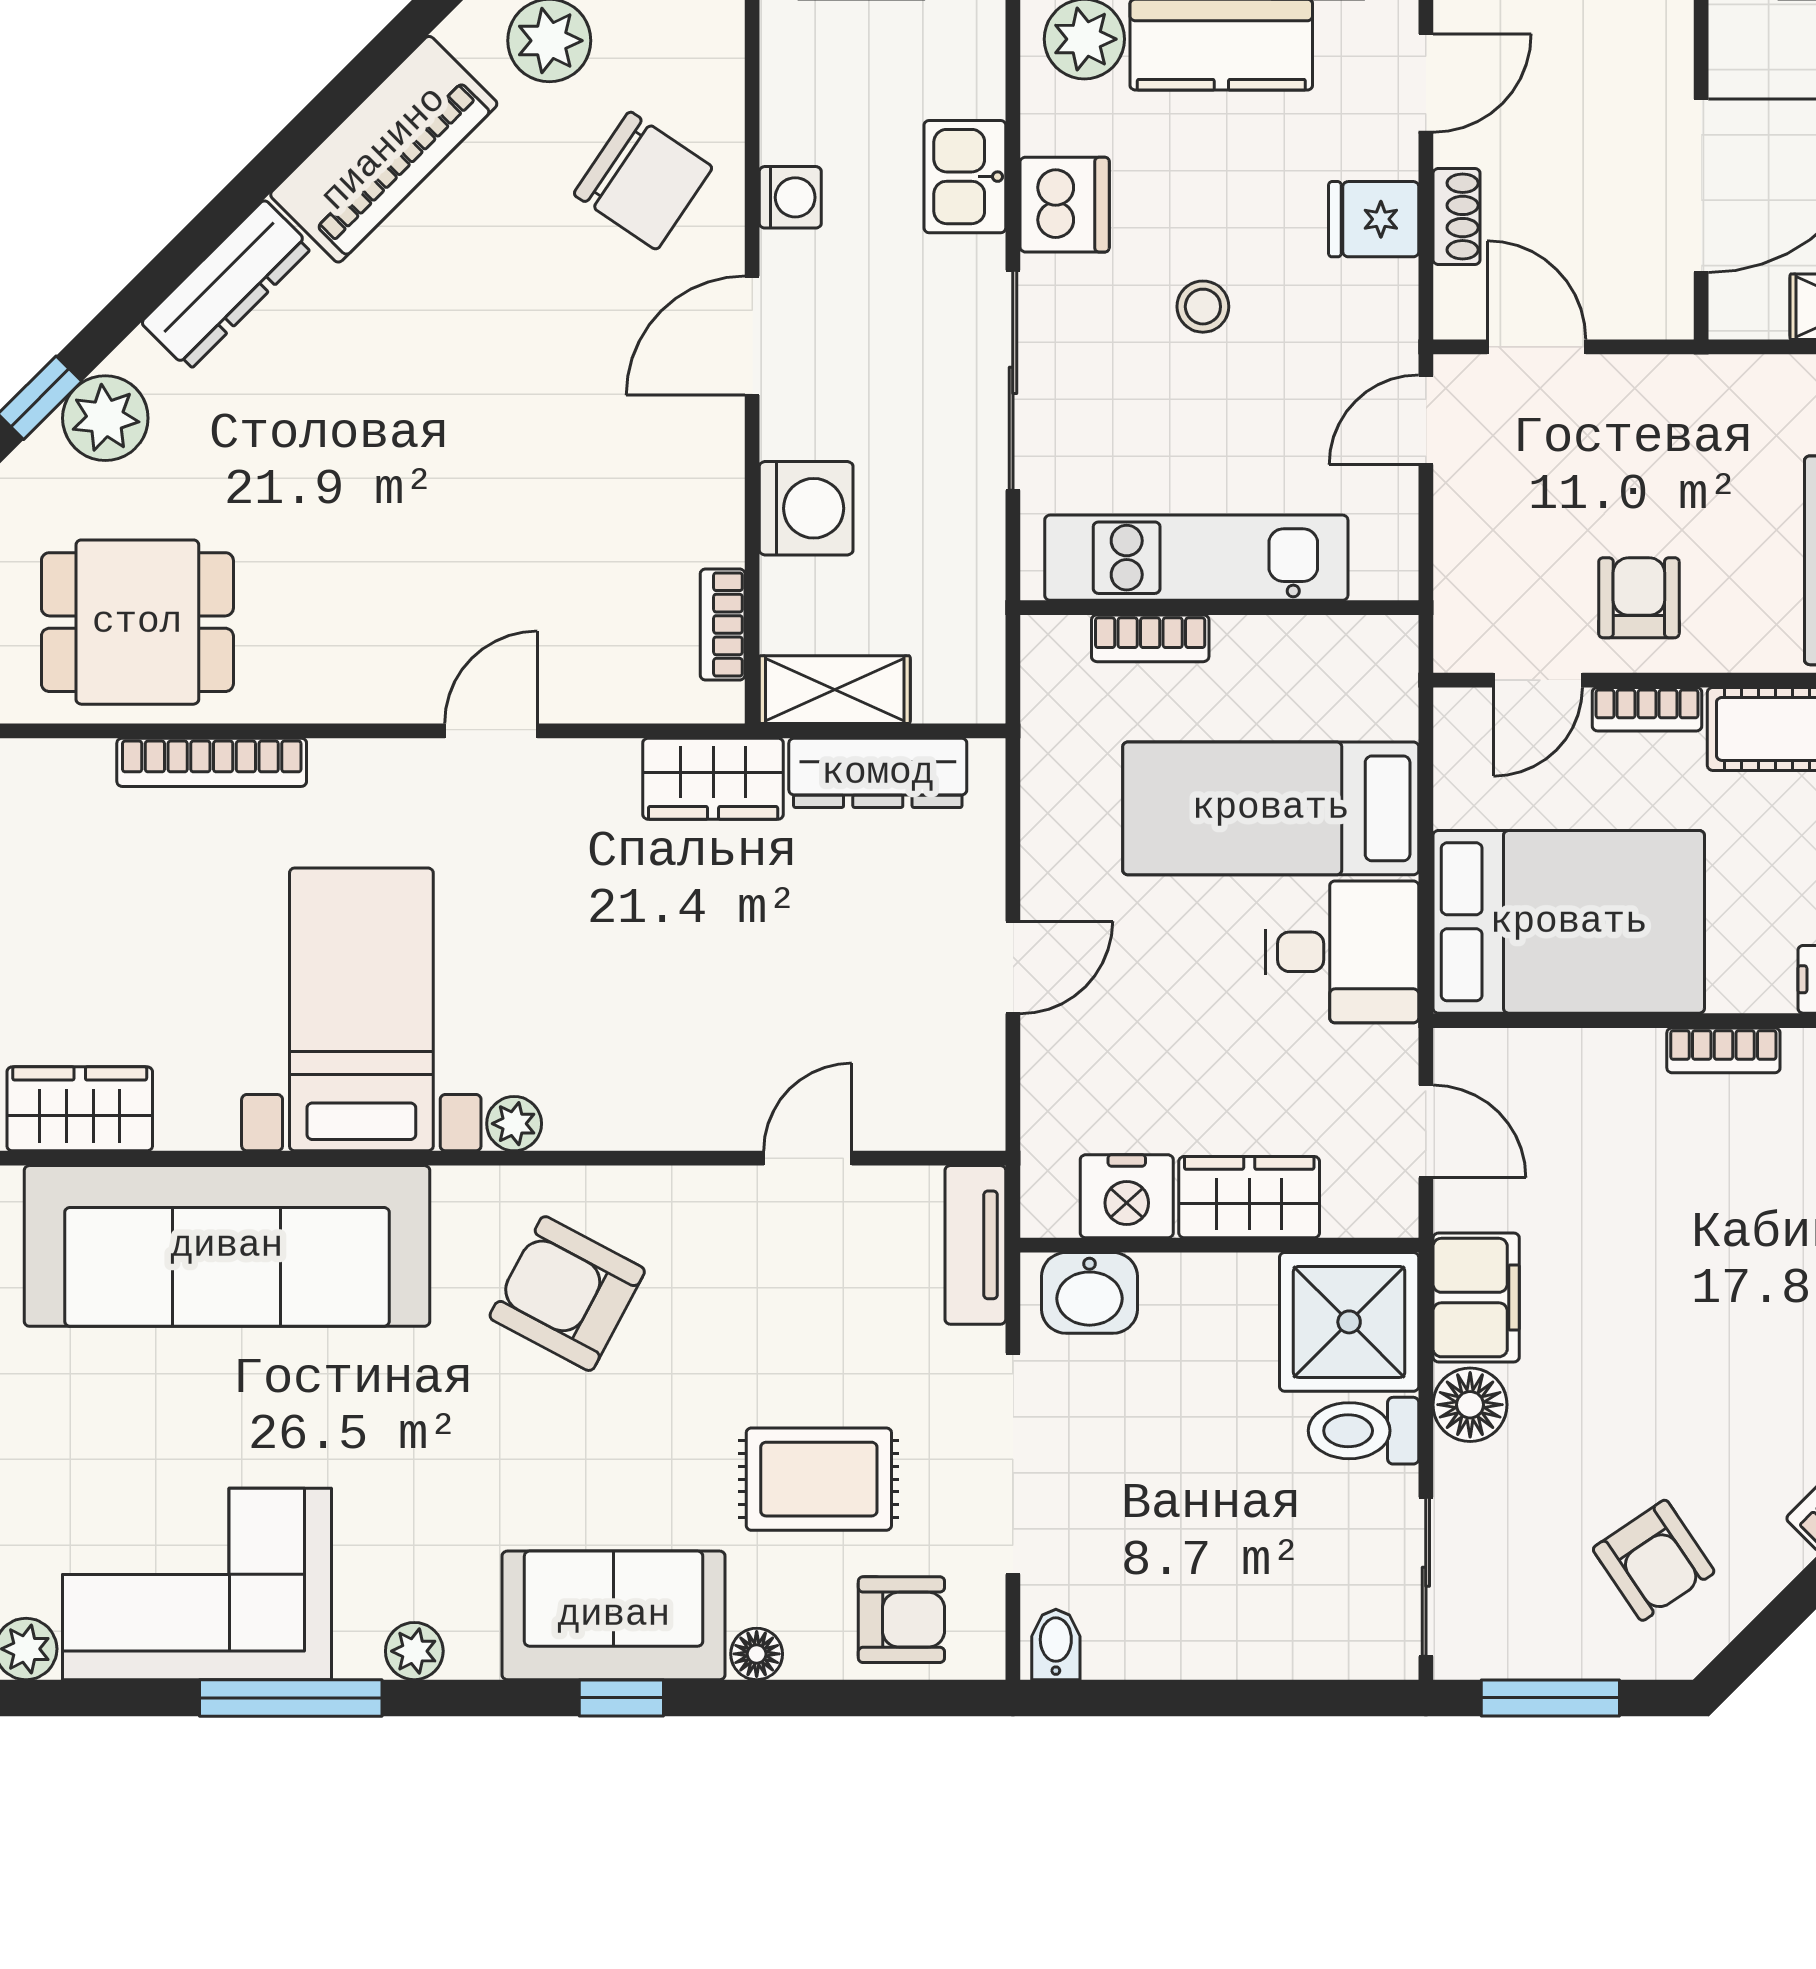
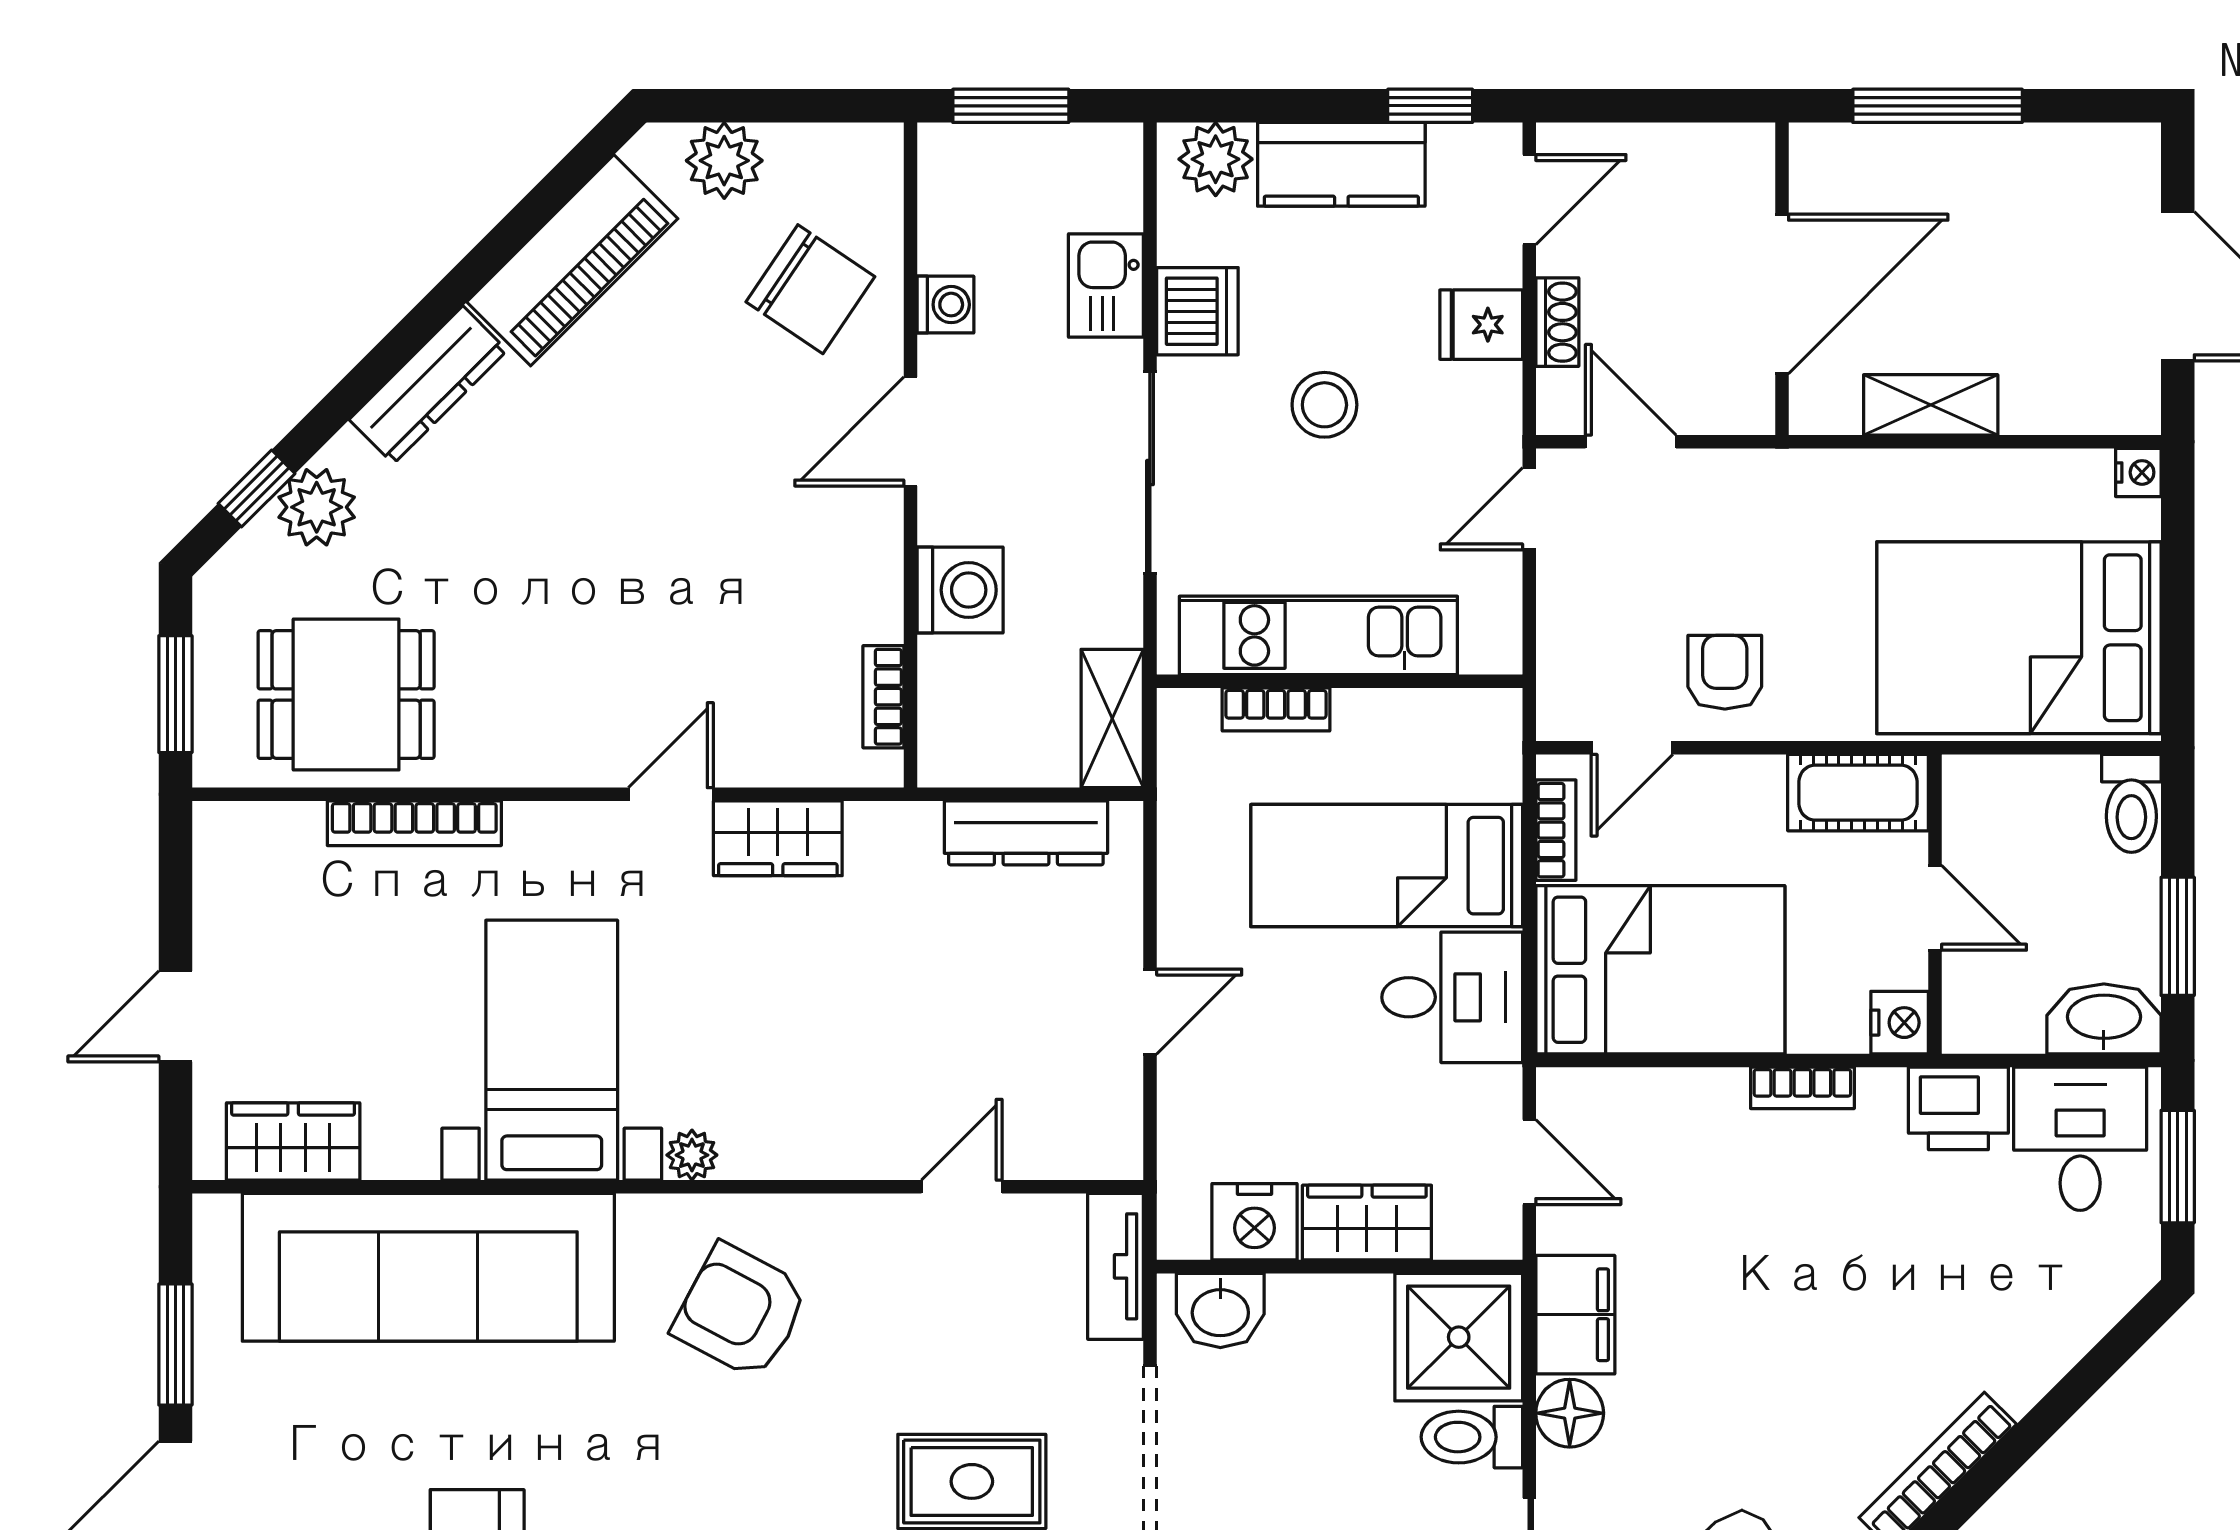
stool: (1203, 307) -> (1324, 405), width x1.37, depth x1.37
shelving: (835, 690) -> (1112, 718), moved, turned 90
bookcase: (1647, 709) -> (1556, 830), moved, turned -90
wardrobe: (713, 779) -> (778, 838), moved

